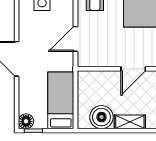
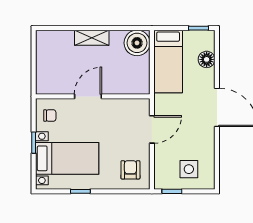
boiler: (101, 117) -> (137, 43), moved
floor lamp: (26, 121) -> (207, 59), moved

